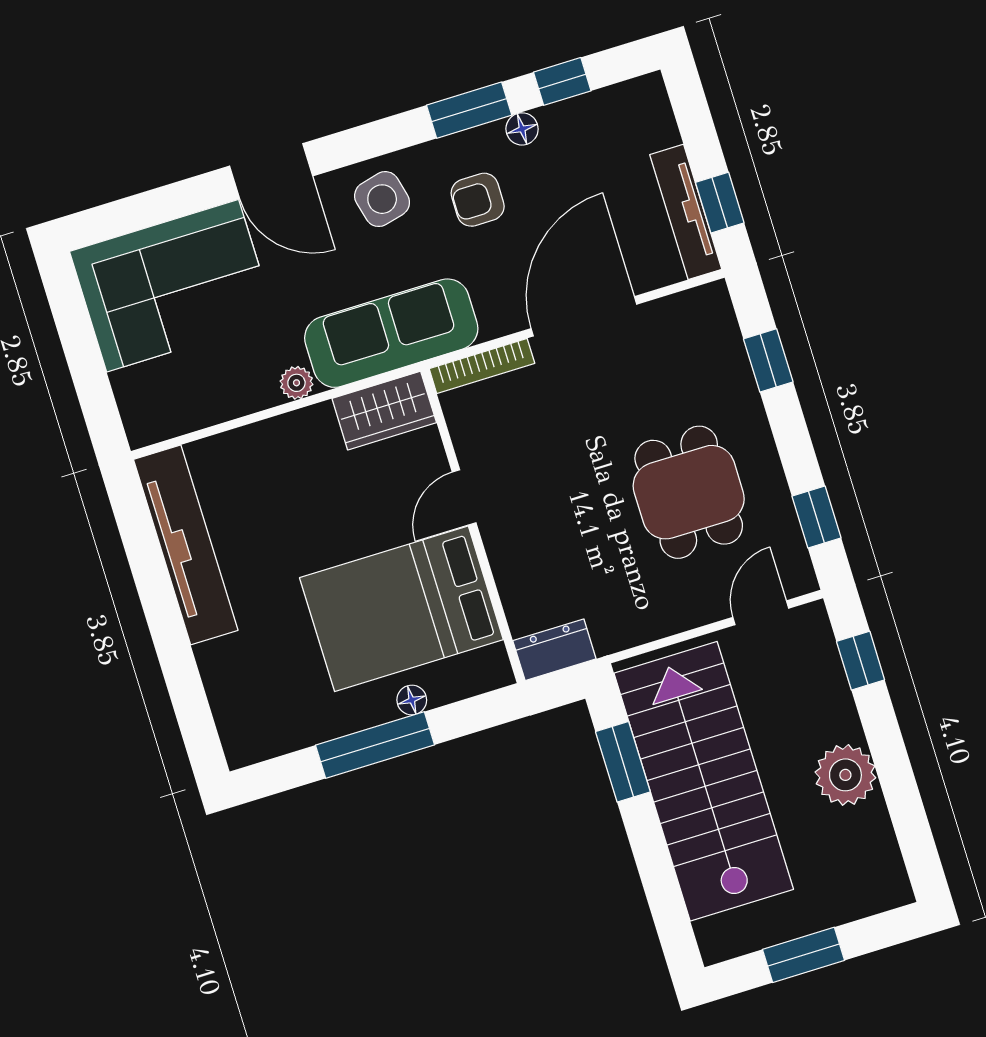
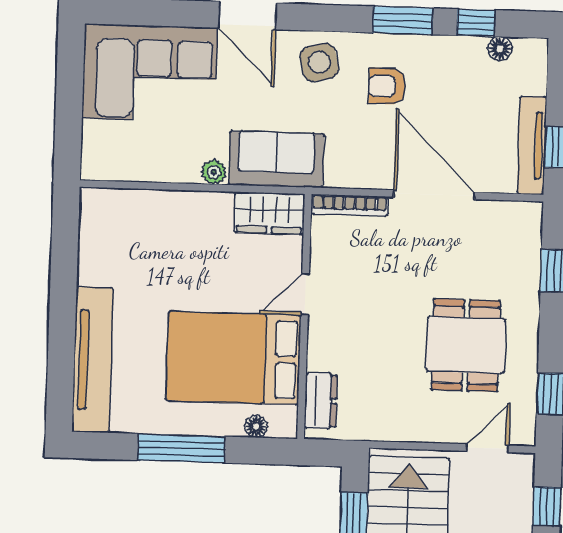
floor lamp: (522, 129) -> (500, 49), moved
door: (584, 316) -> (434, 195), hinge flipped
sofa: (391, 333) -> (276, 159), width x0.73
tv unit: (186, 545) -> (93, 360), moved
dresser: (554, 650) -> (321, 401), moved, turned 90
floor lamp: (412, 700) -> (256, 426), moved

